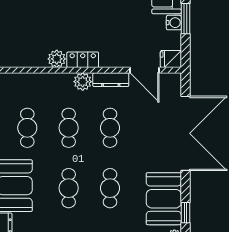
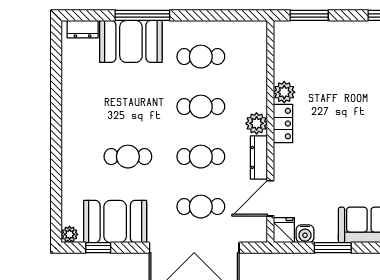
water cooler: (174, 23) -> (305, 234), moved
cafe table: (69, 188) -> (201, 207), moved

